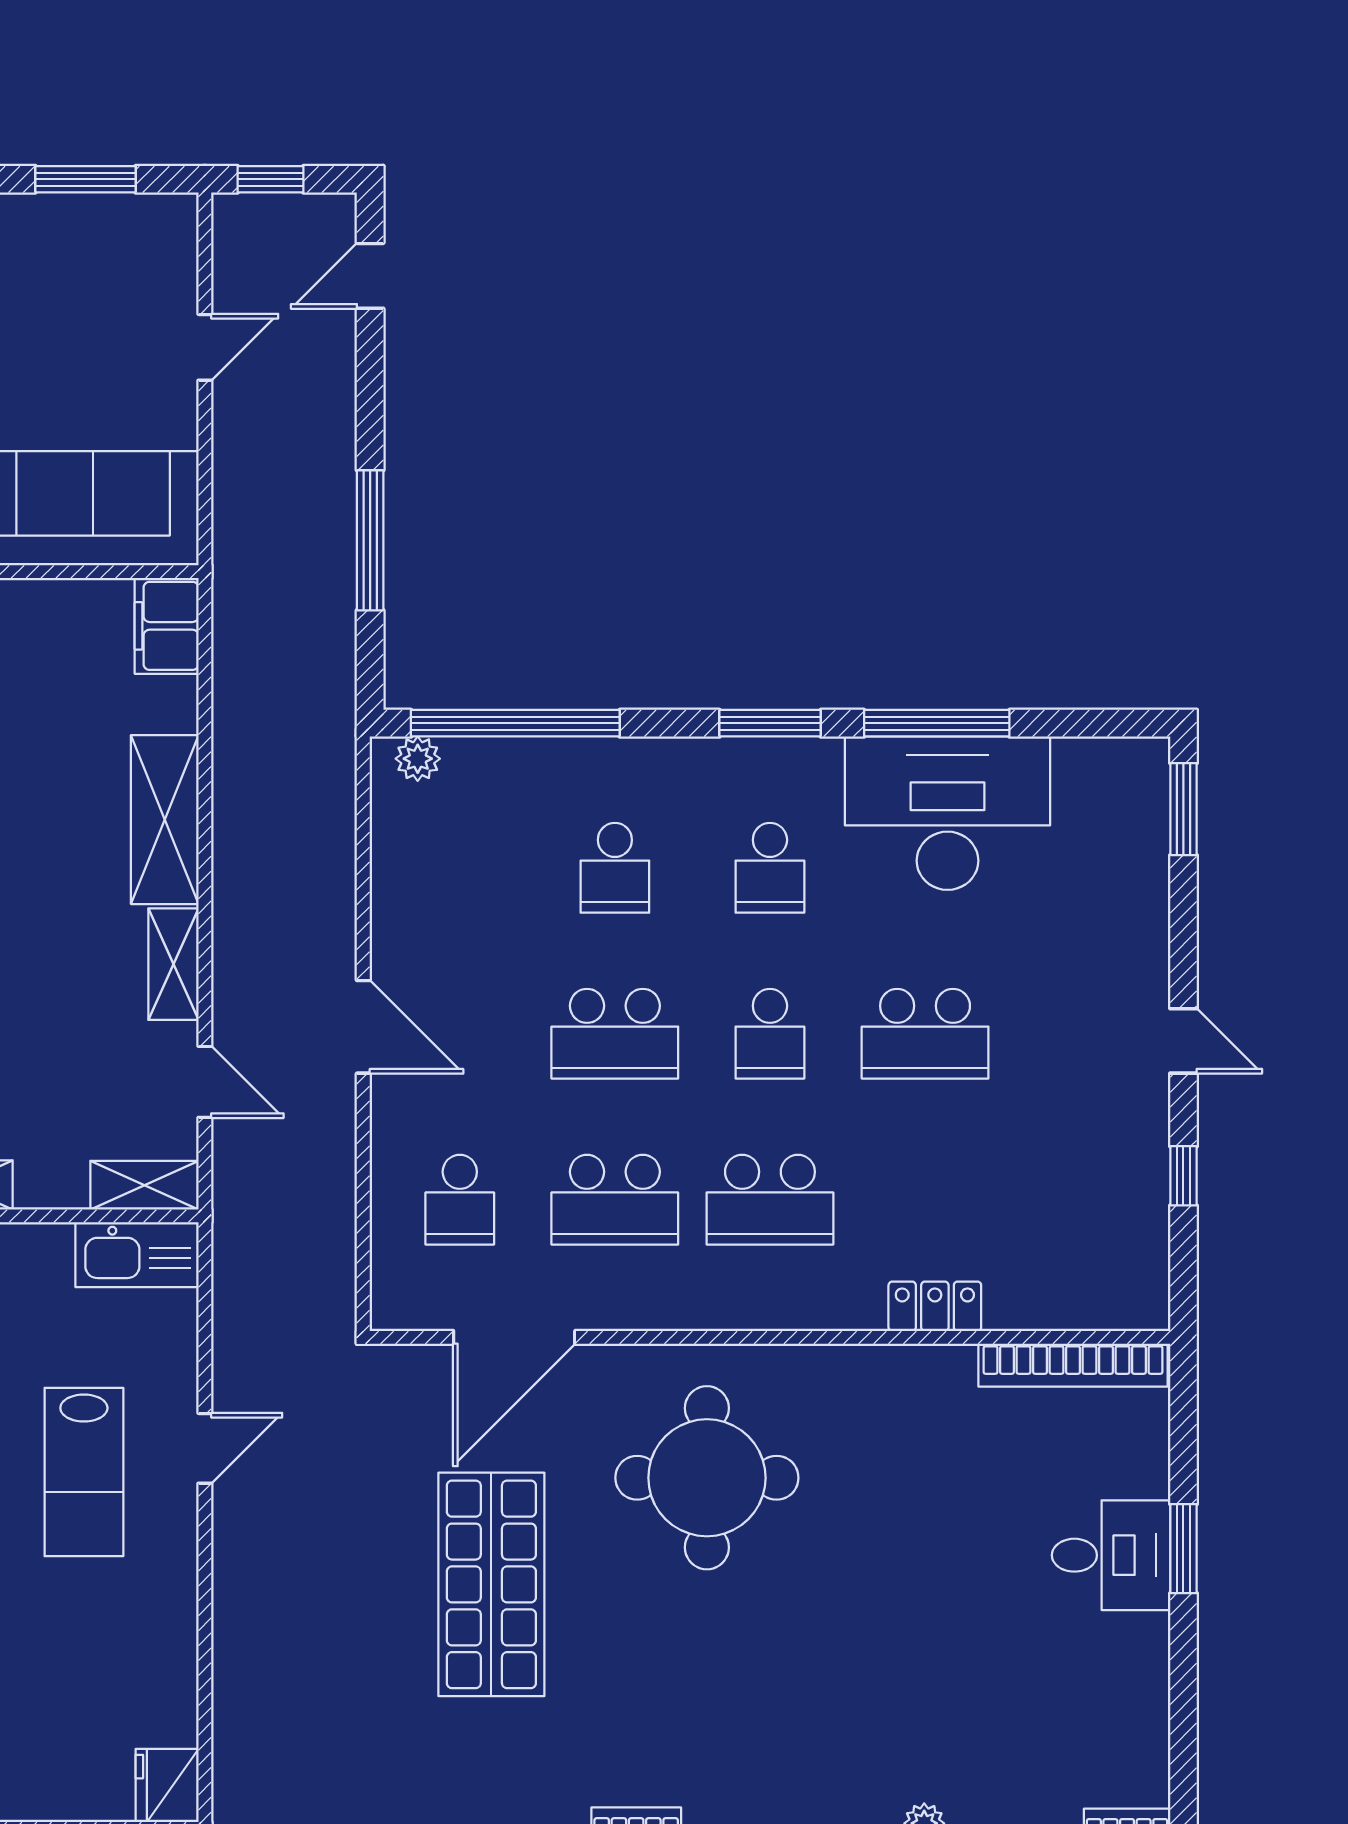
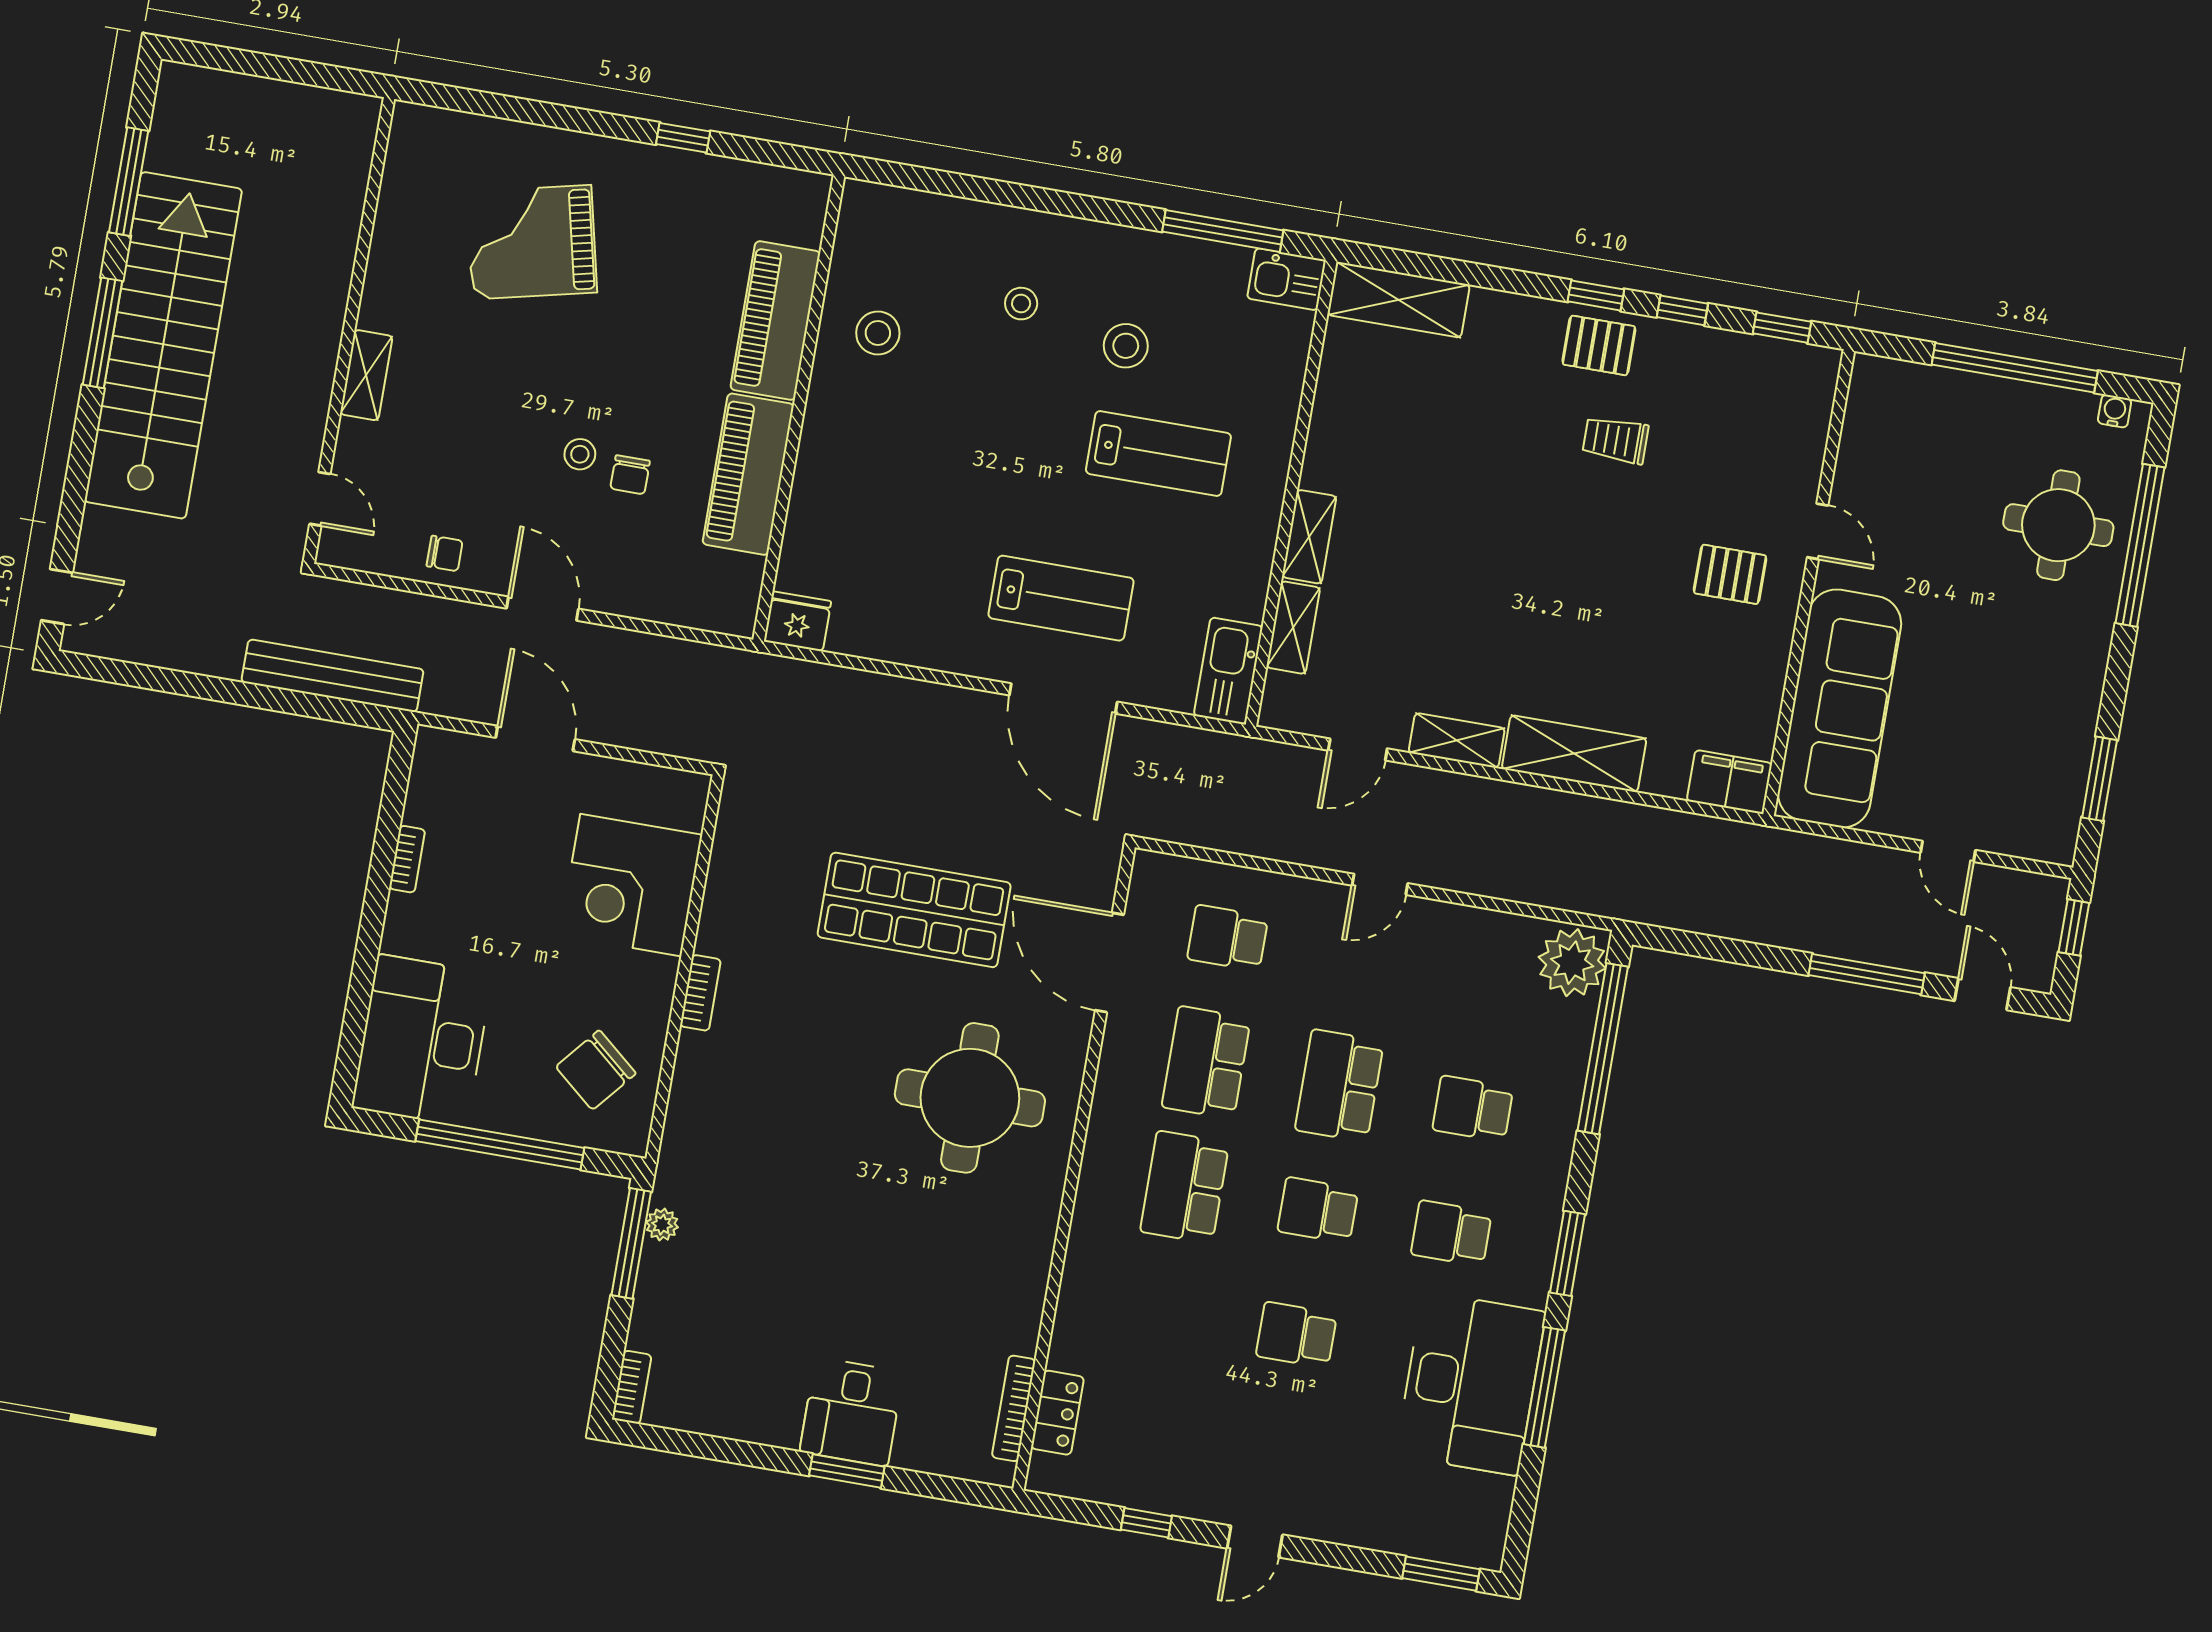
window: (370, 540) -> (1867, 974), moved
plant: (418, 759) -> (1572, 963), width x1.88, depth x1.88
door: (363, 1027) -> (1380, 884), width x0.73
school desk: (925, 1034) -> (1296, 1335), width x0.54
shelving: (144, 1185) -> (1293, 628), moved
locker: (935, 1306) -> (1057, 1413), moved
bookcase: (1073, 1365) -> (1014, 1408), width x0.68, depth x0.76
door: (205, 1448) -> (1063, 699), width x1.87
lab bench: (84, 1472) -> (1061, 598), turned 180

